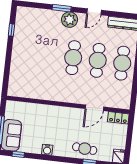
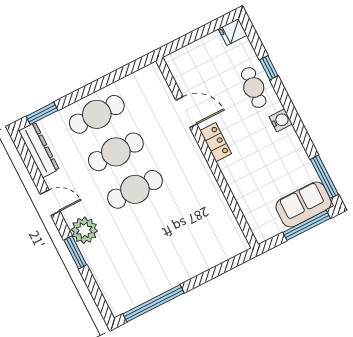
window: (11, 30) -> (153, 303), width x3.17
locker: (118, 118) -> (216, 142), moved
water cooler: (47, 150) -> (281, 120), moved
window: (18, 154) -> (324, 177), width x2.17

